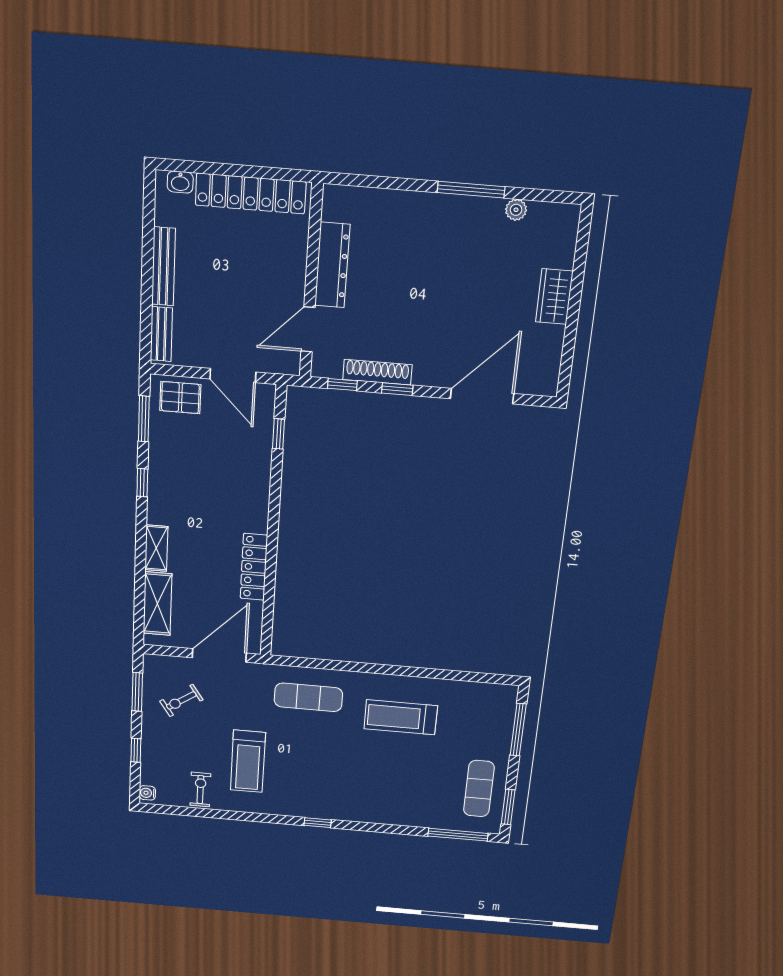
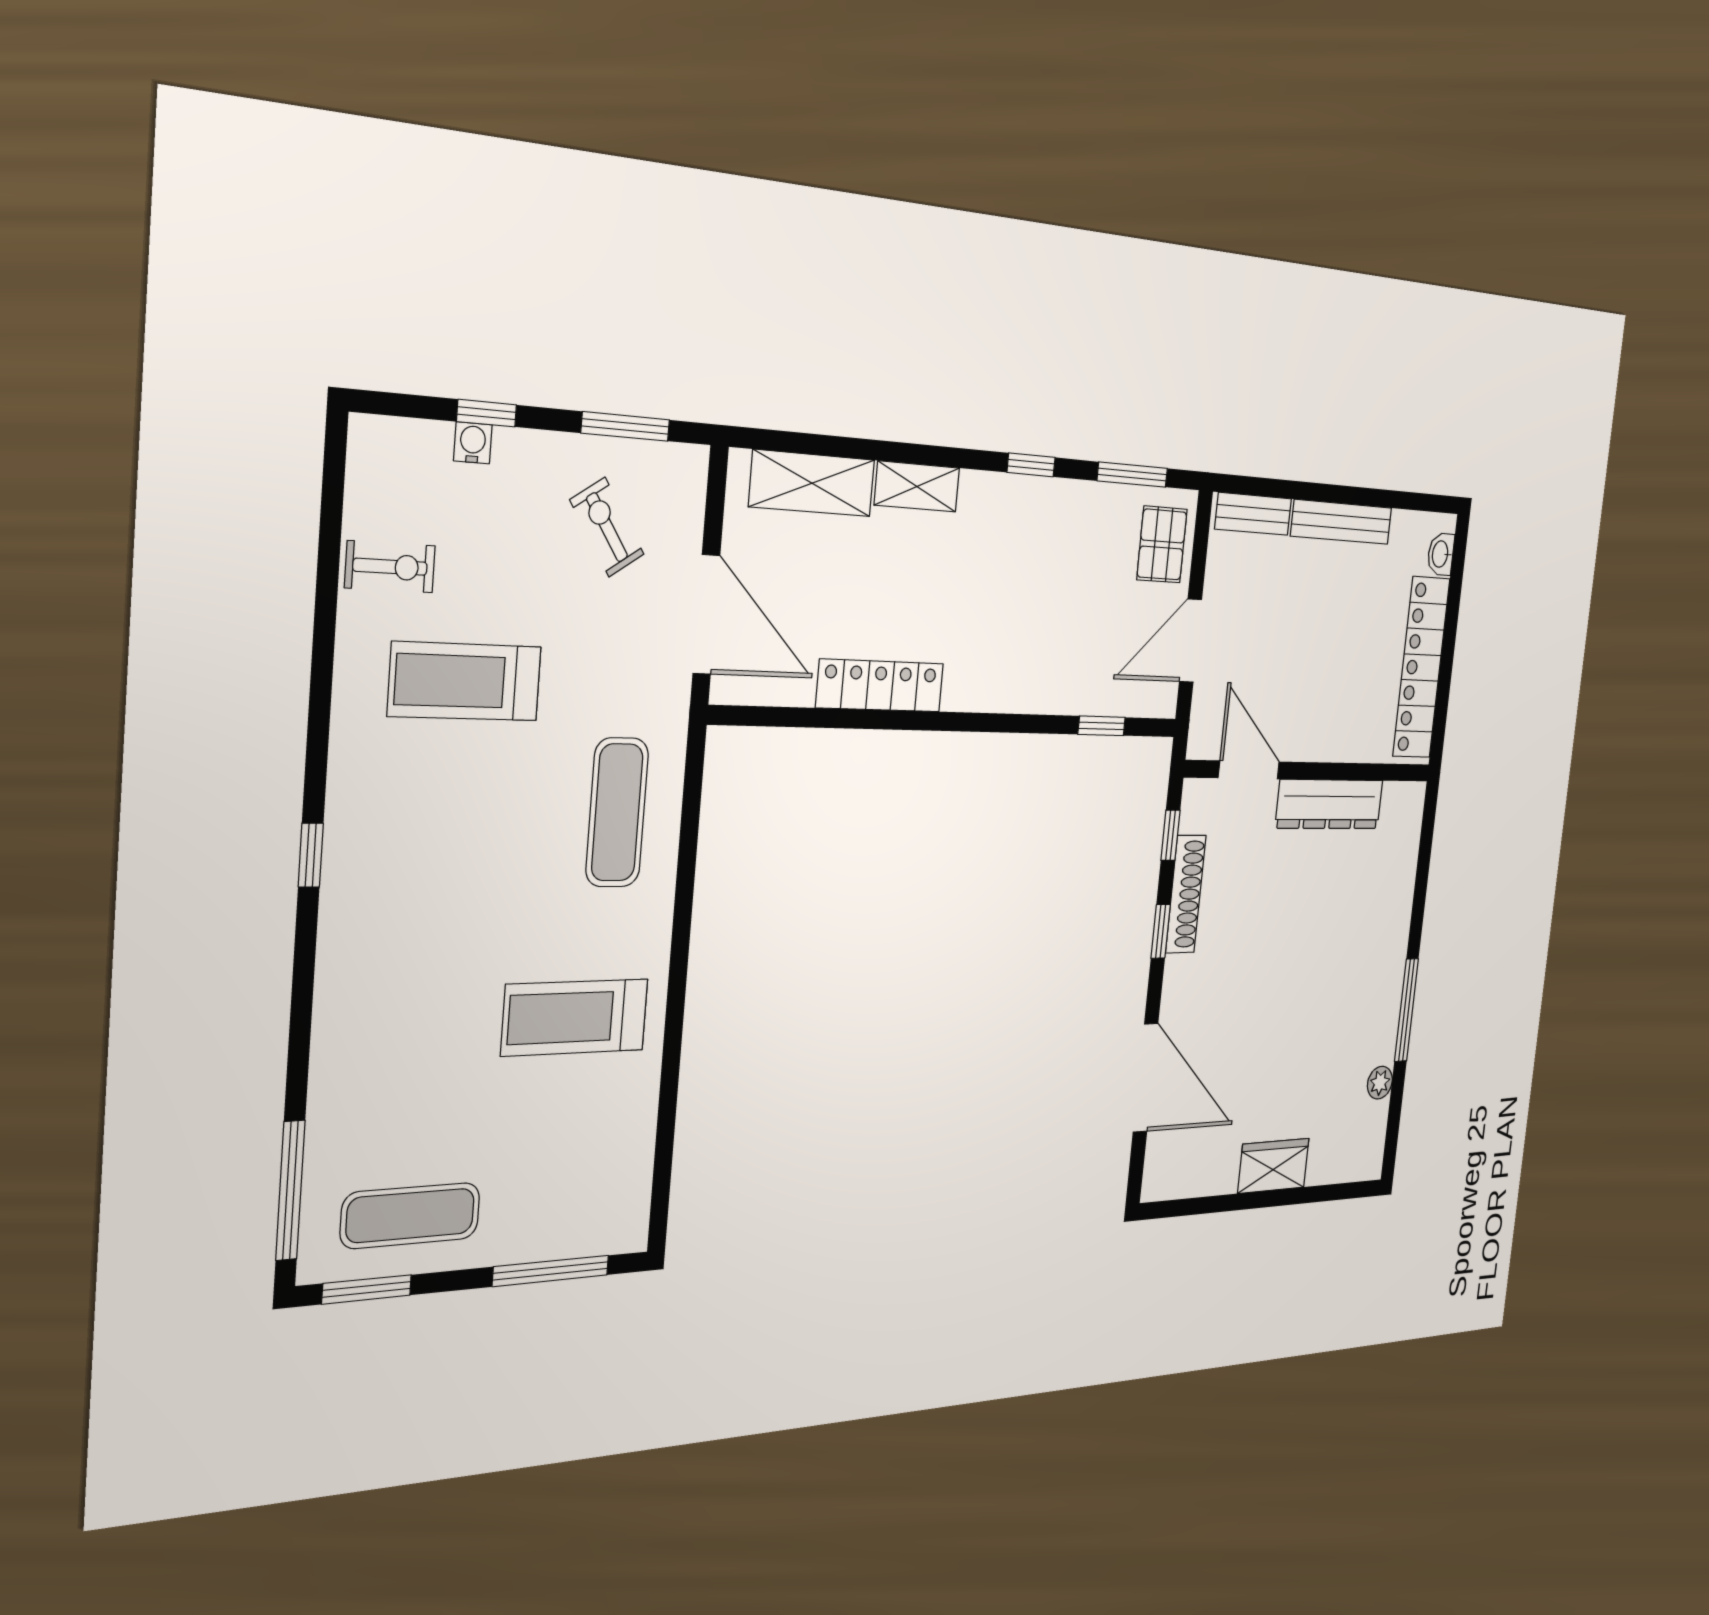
treadmill: (401, 717) -> (575, 1017), turned -90
water cooler: (147, 793) -> (473, 443), moved

